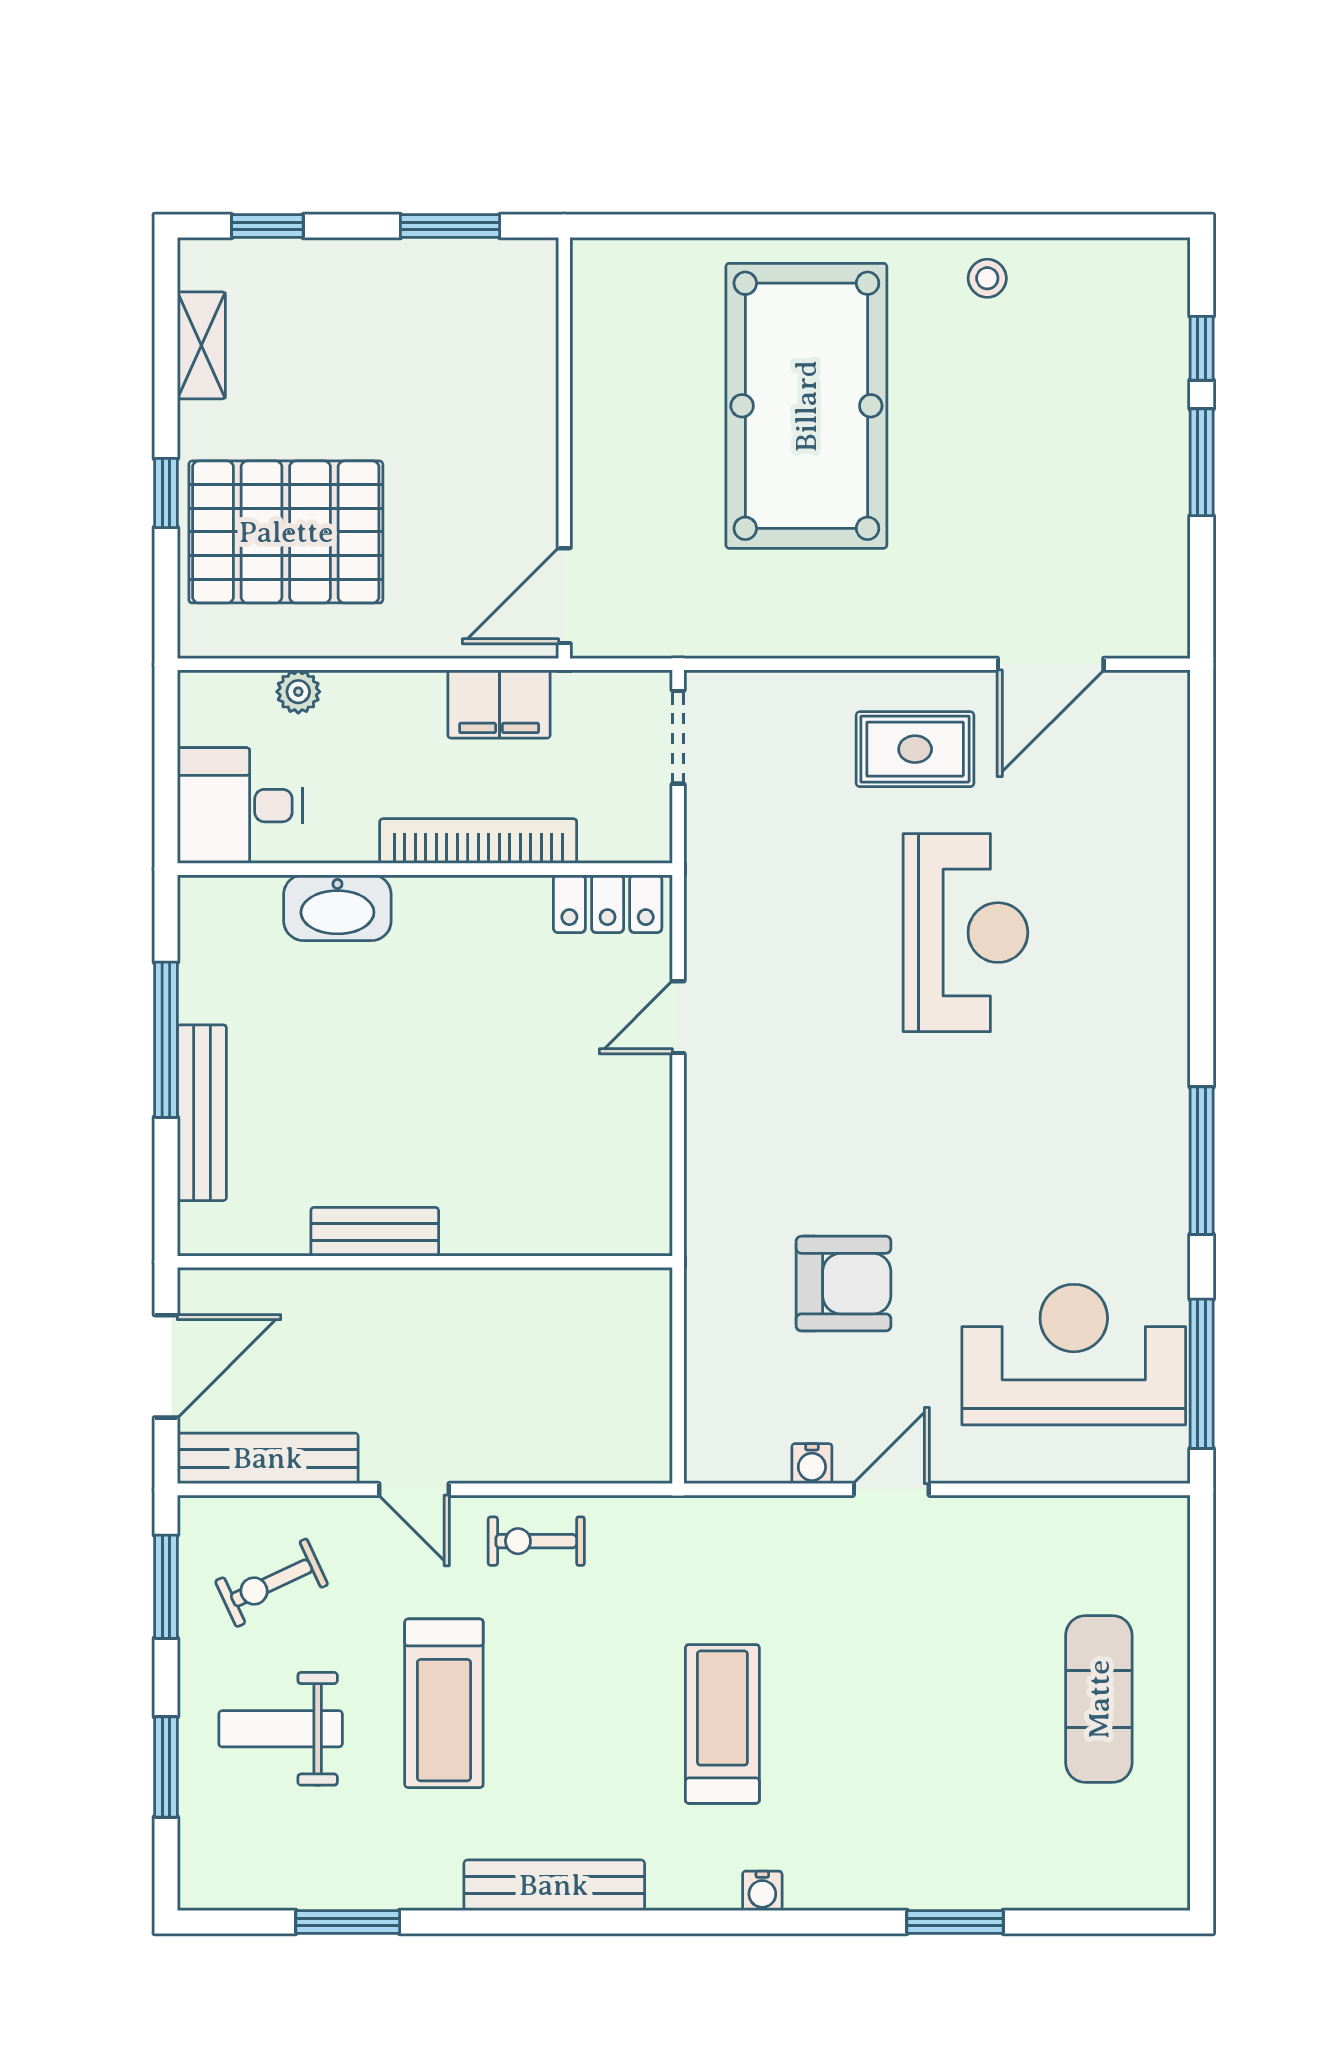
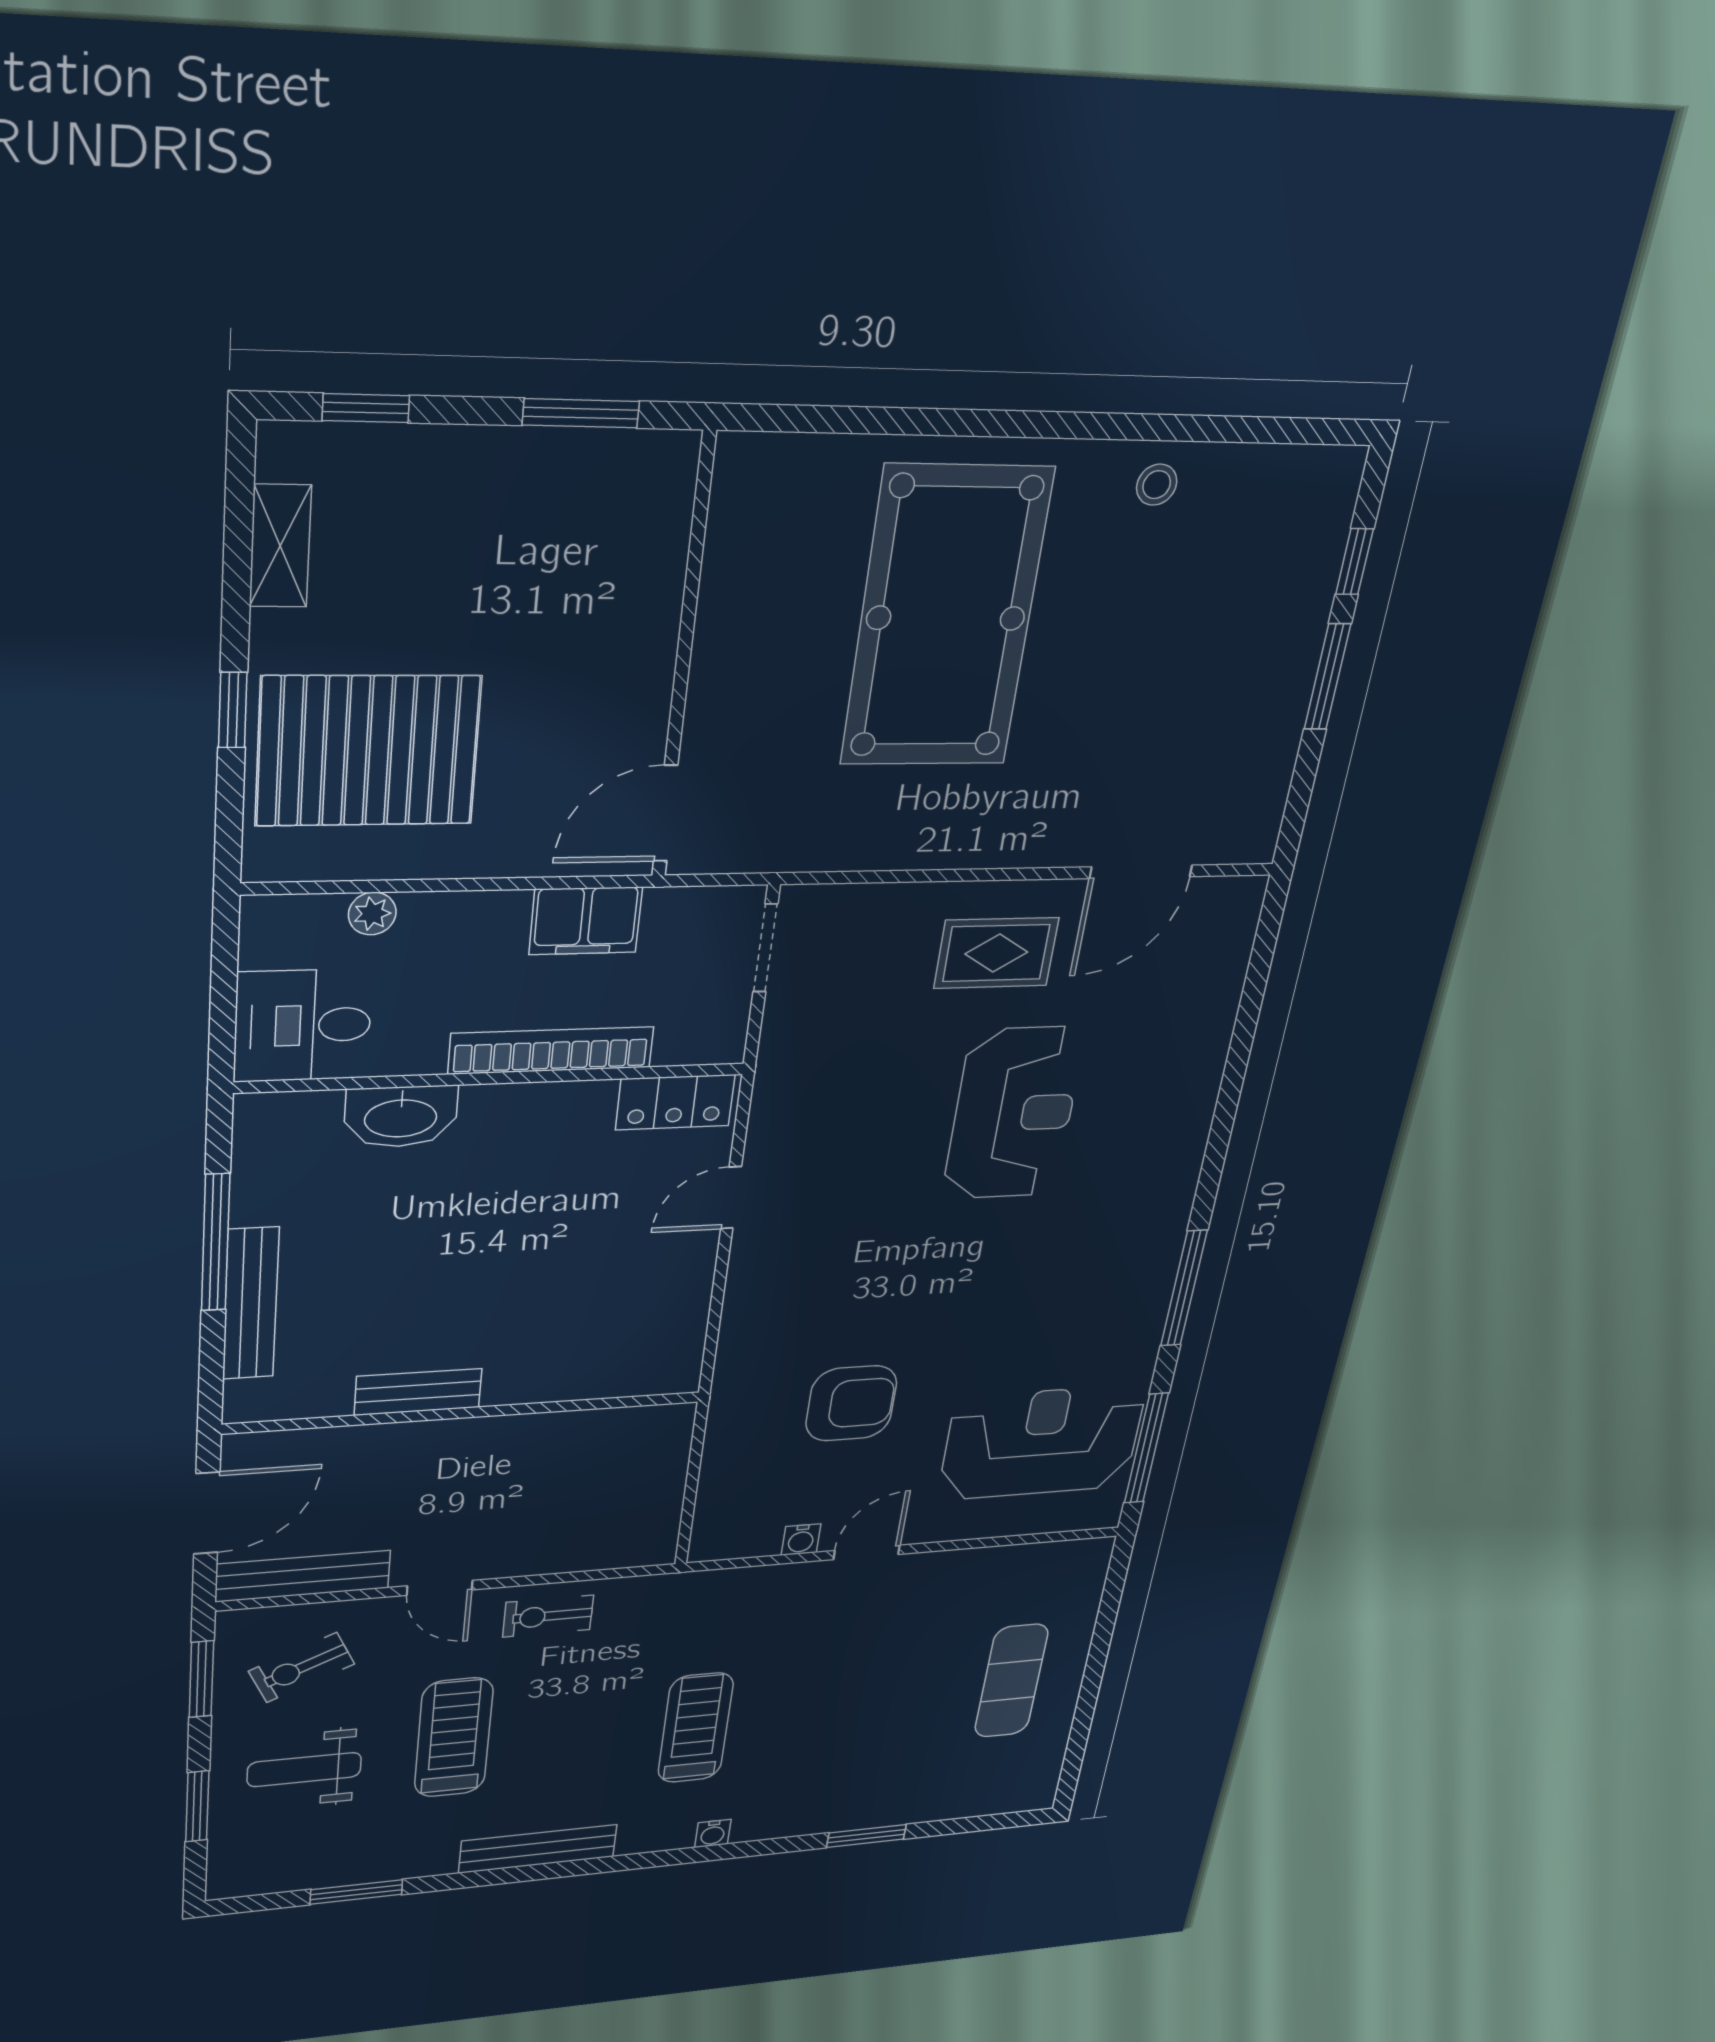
treadmill: (444, 1703) -> (454, 1738), turned 180

